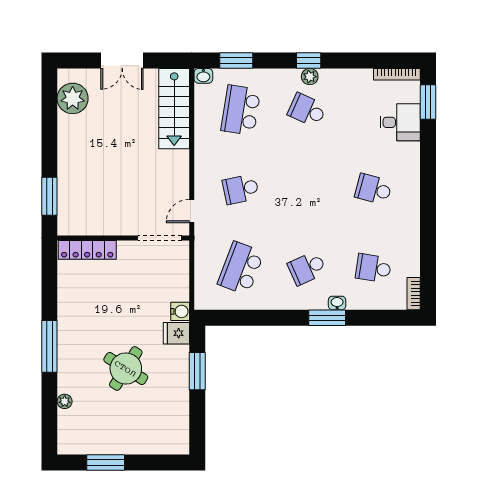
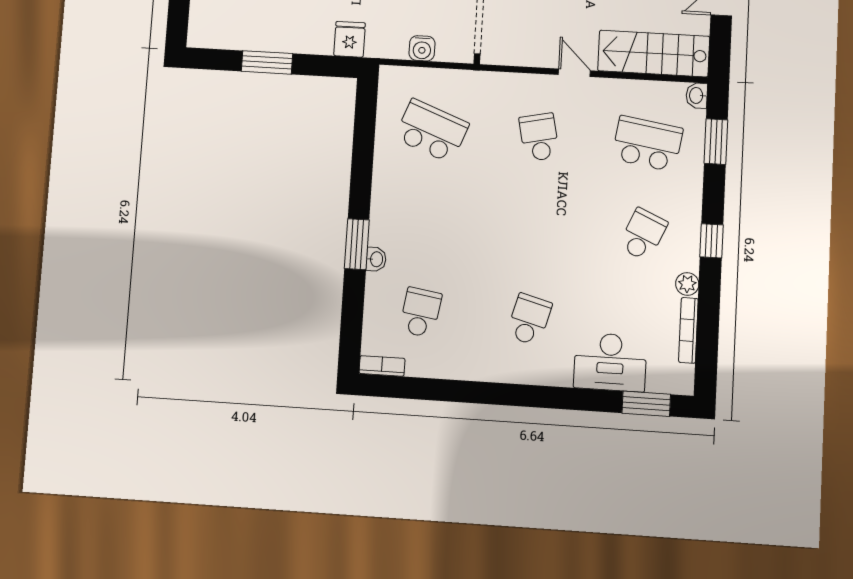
bookcase: (397, 74) -> (688, 330), moved
plant: (310, 77) -> (687, 284), moved
desk: (400, 122) -> (610, 362), width x1.37
door: (192, 211) -> (574, 73), moved
school desk: (307, 268) -> (426, 221), removed
water cooler: (180, 311) -> (422, 48), moved
window: (197, 371) -> (267, 62), moved

